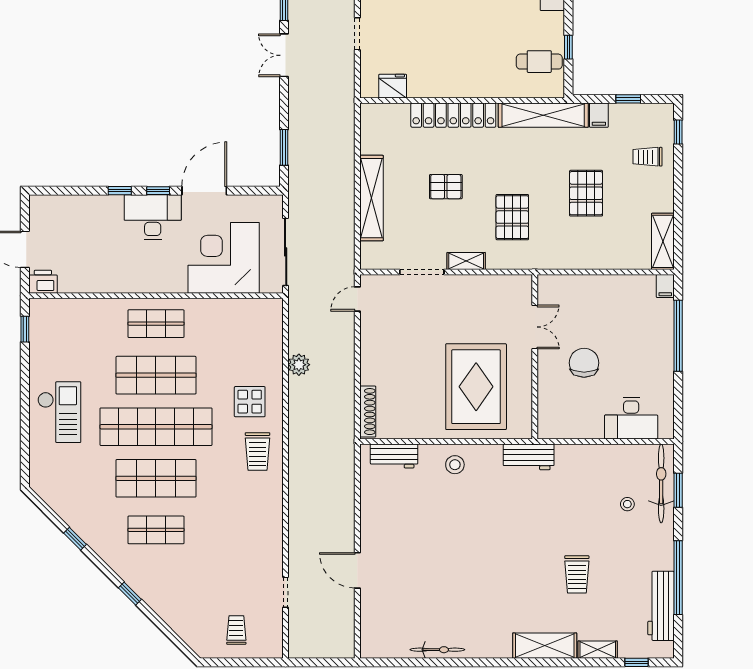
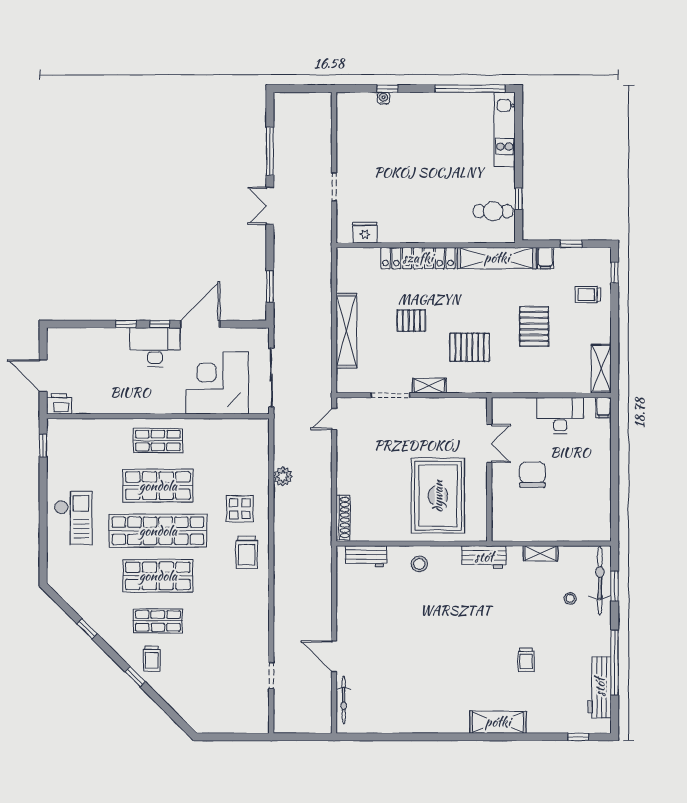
pallet: (512, 217) -> (470, 347), turned 90
window: (678, 336) -> (615, 451), removed
desk: (631, 418) -> (560, 416), moved, turned 180
trolley: (577, 574) -> (526, 660), width x0.73, depth x0.72
trolley: (236, 630) -> (152, 659), moved, turned 180
bicycle: (437, 650) -> (344, 700), moved, turned 90
shelving: (598, 650) -> (540, 553), moved

